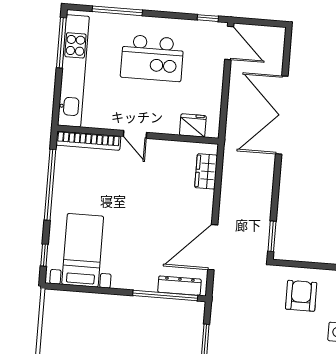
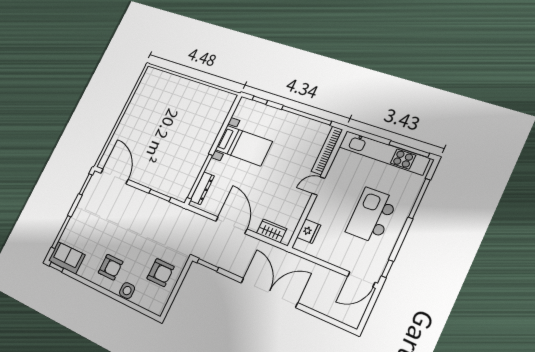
double door: (282, 115) -> (269, 293), moved
door: (213, 247) -> (231, 225), moved
bed with nightstands: (83, 250) -> (244, 145), moved

